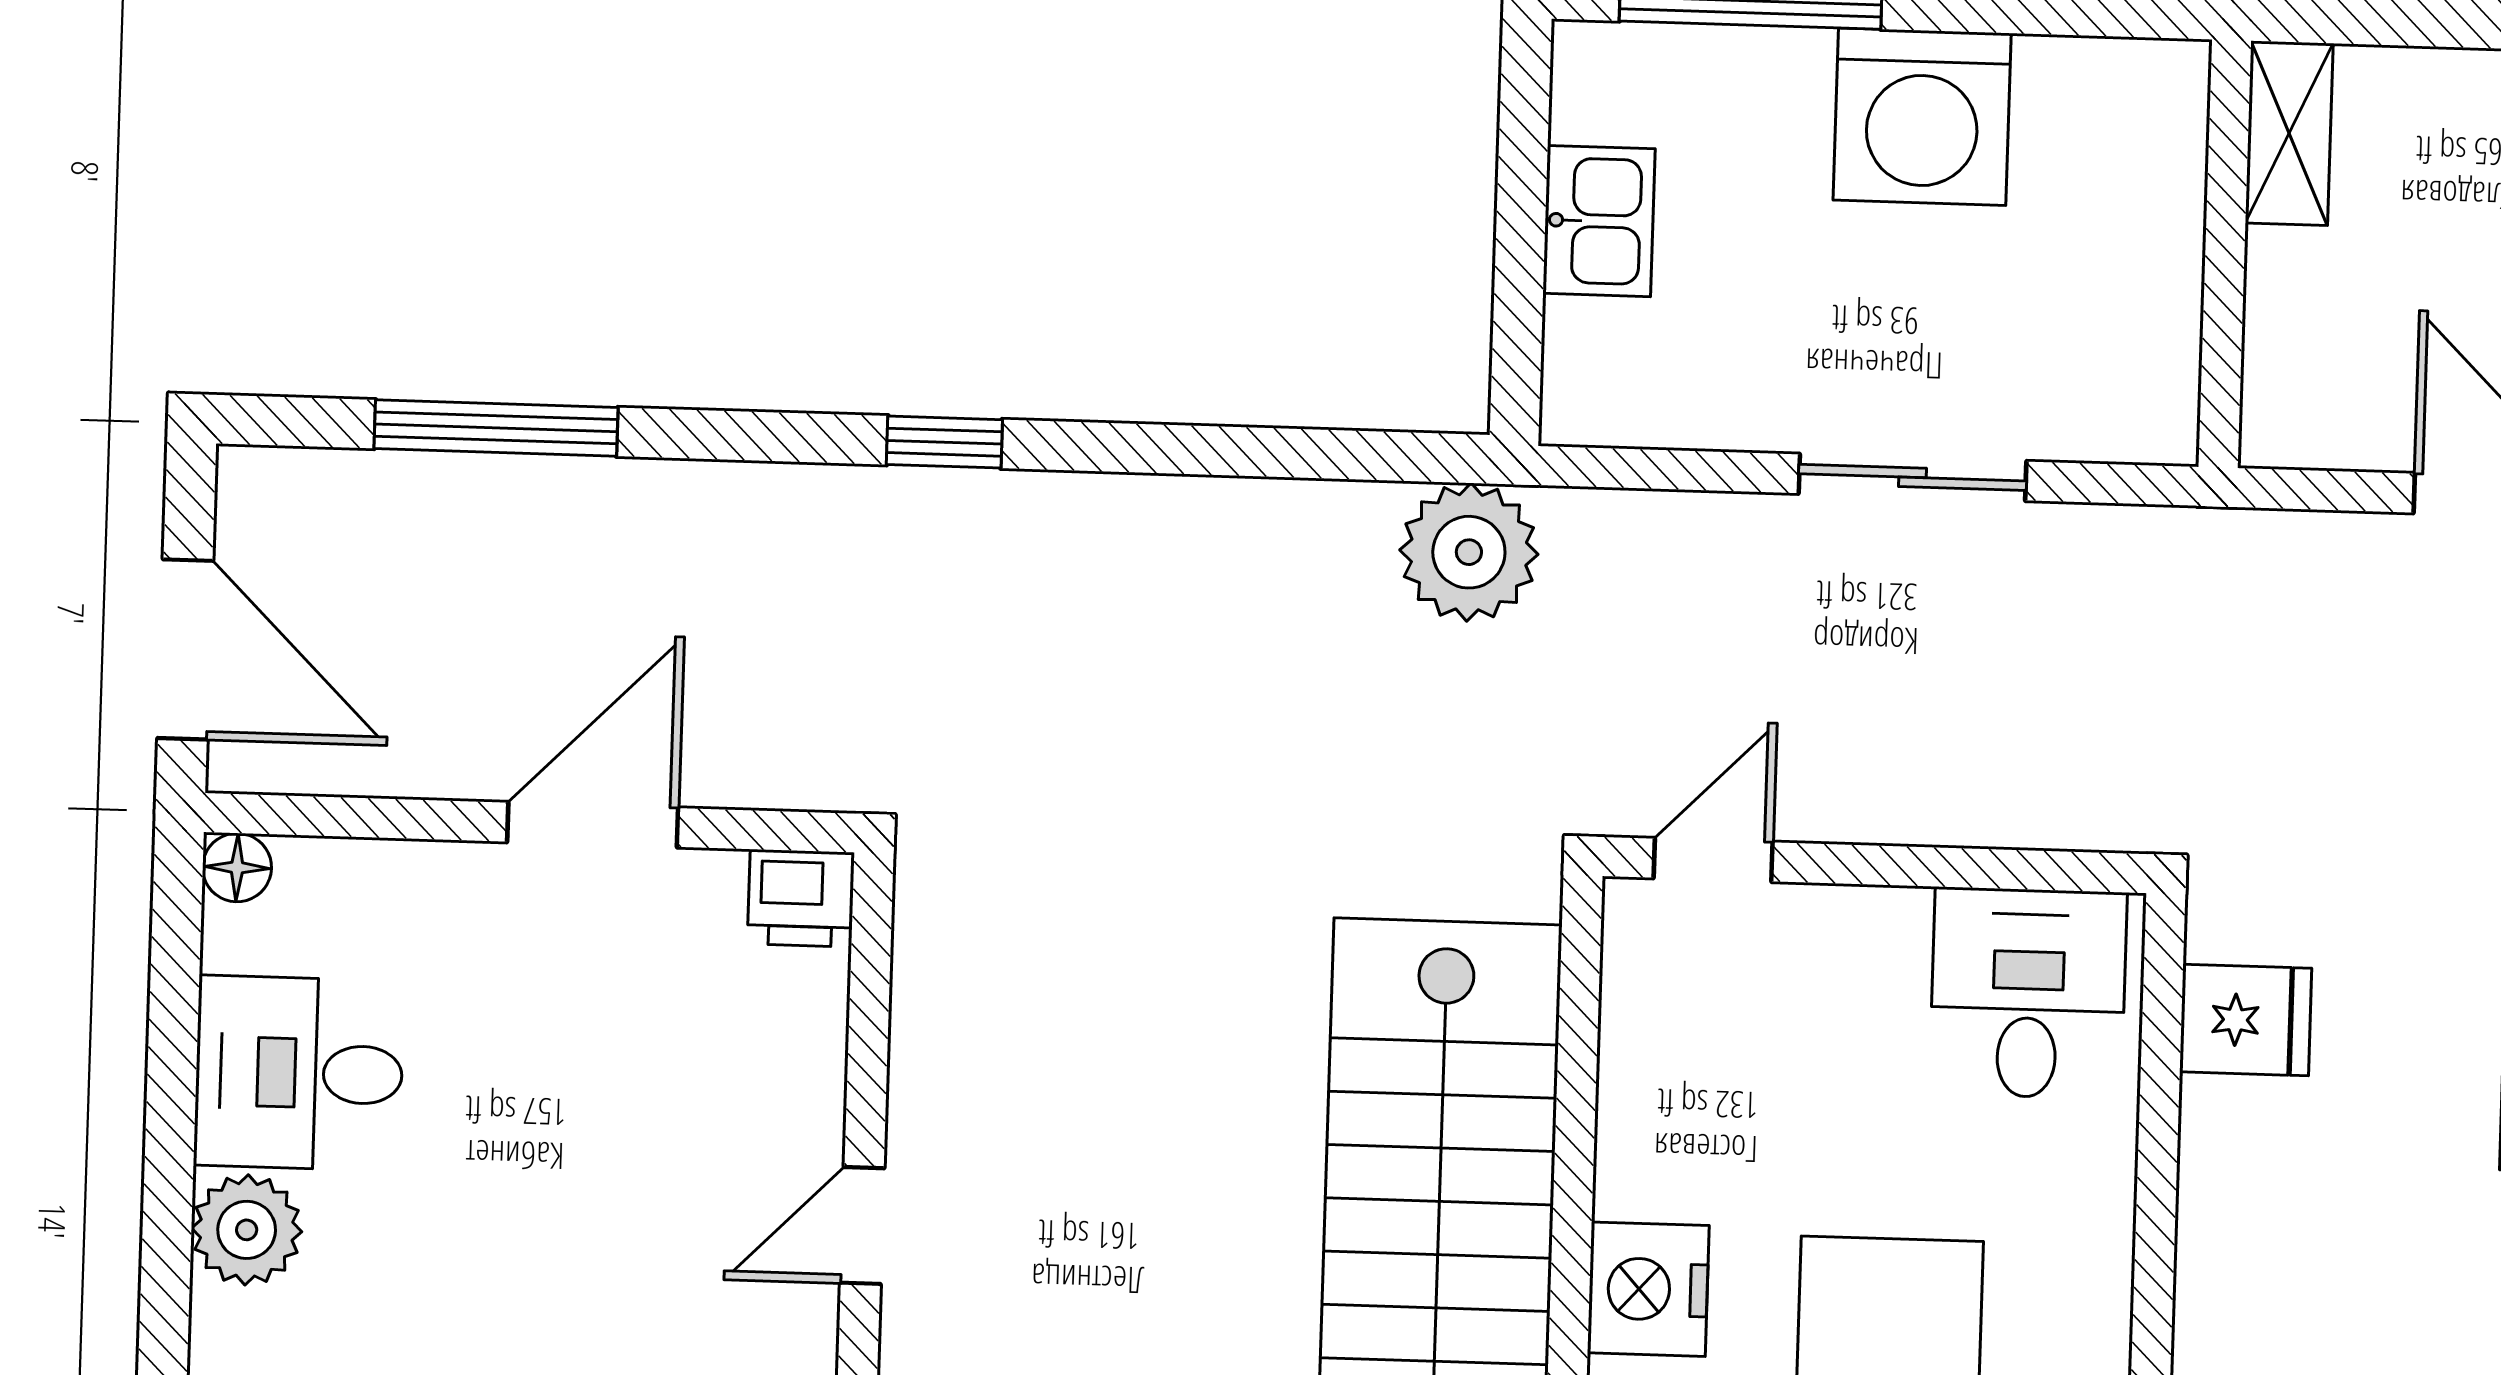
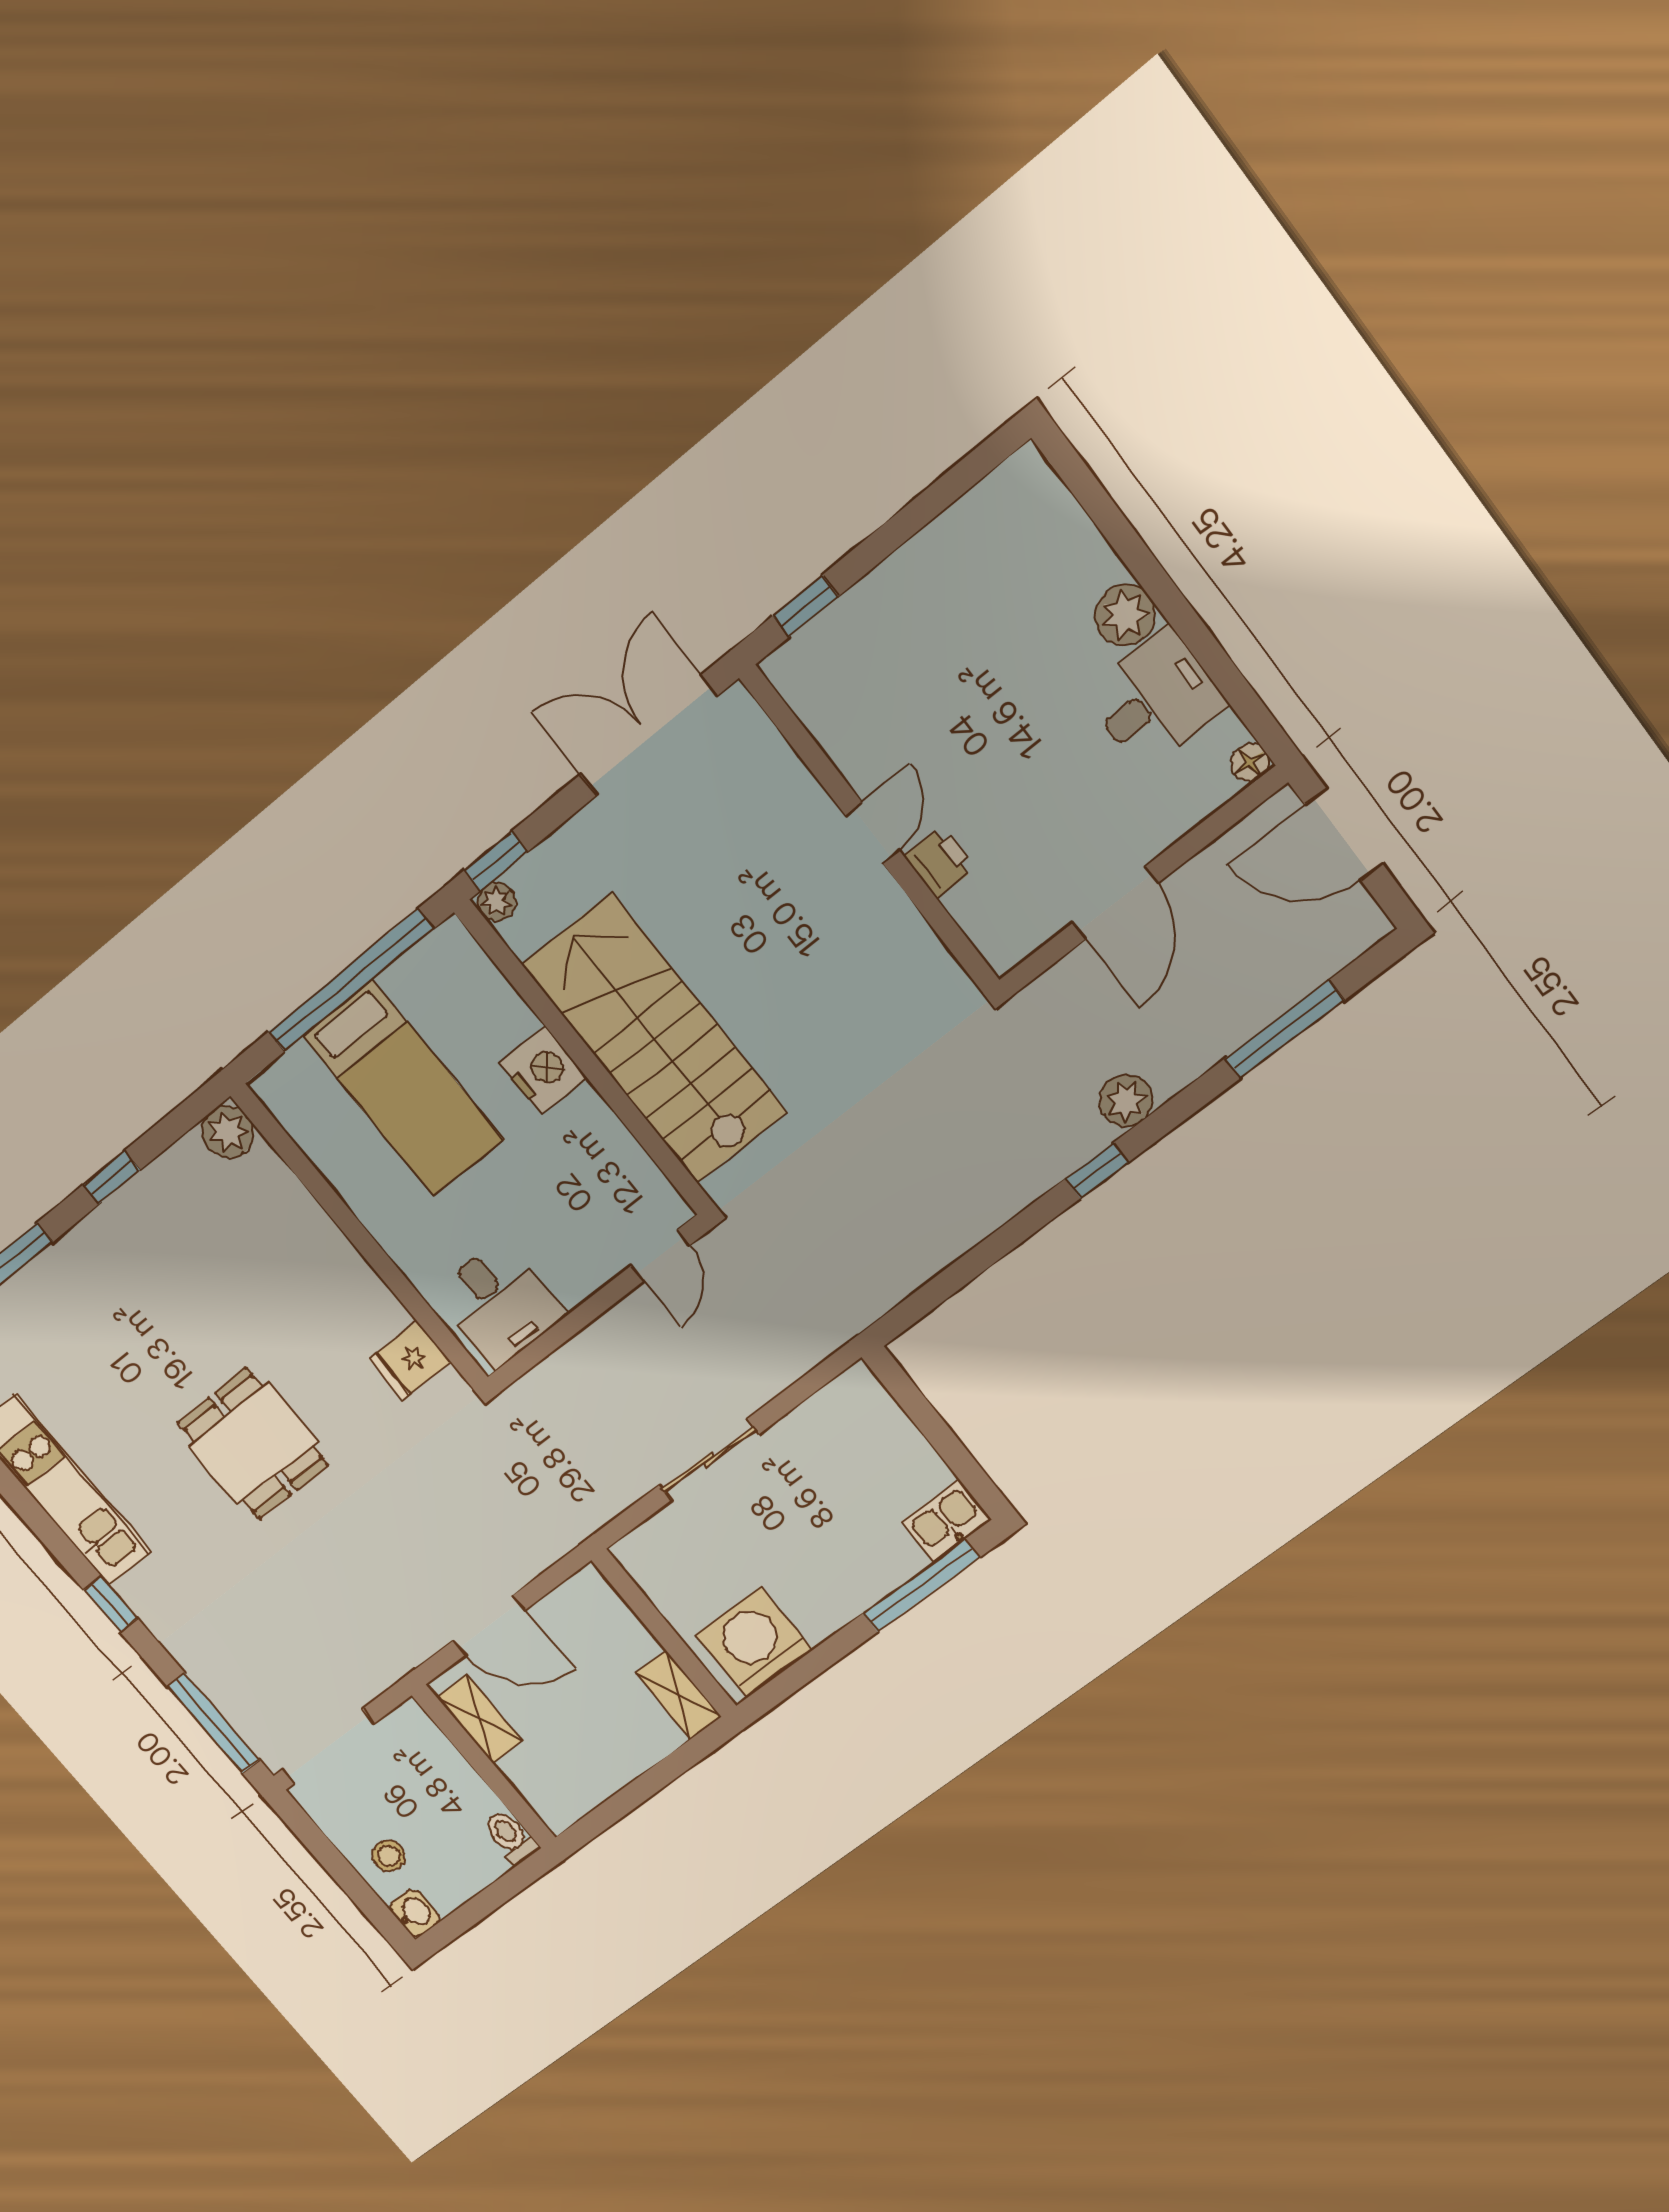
washing machine: (1922, 117) -> (754, 1642), moved
kitchen sink: (1599, 221) -> (946, 1521), moved, turned 90
plant: (1469, 552) -> (1126, 1101), moved, width x0.73, depth x0.73
printer: (801, 898) -> (940, 862), moved, turned 90

